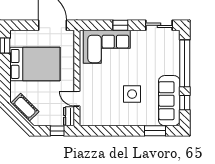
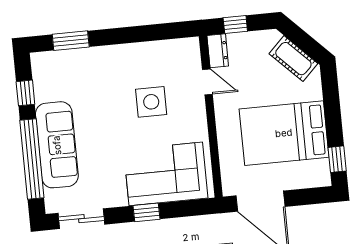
side table: (132, 94) -> (151, 102), moved
sofa: (169, 101) -> (57, 145), moved

